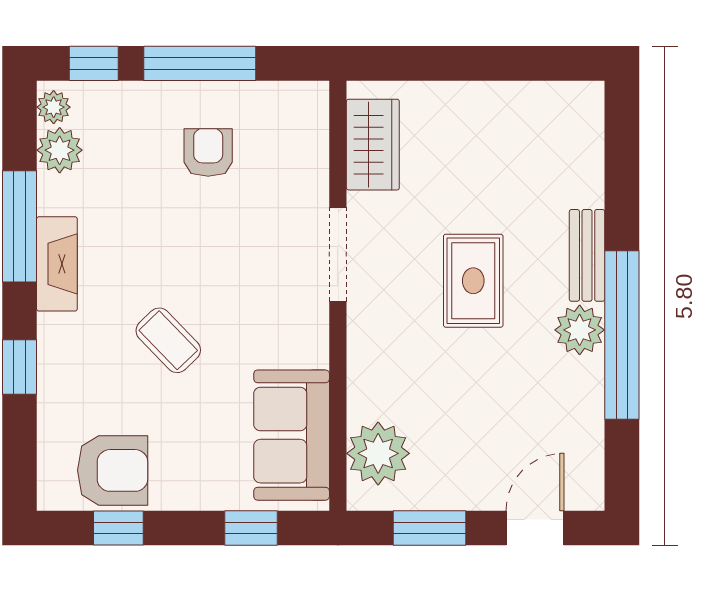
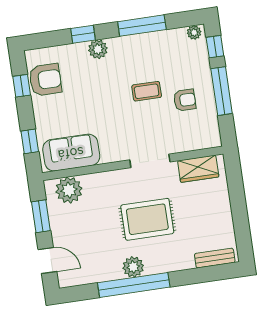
plant: (60, 150) -> (98, 49), moved
bench: (587, 255) -> (215, 258), moved
fireplace: (57, 264) -> (129, 44), removed
rug: (473, 281) -> (147, 219), width x1.36, depth x1.43
coffee table: (168, 340) -> (147, 91), moved, turned 44
armchair: (113, 470) -> (45, 80), turned -90

